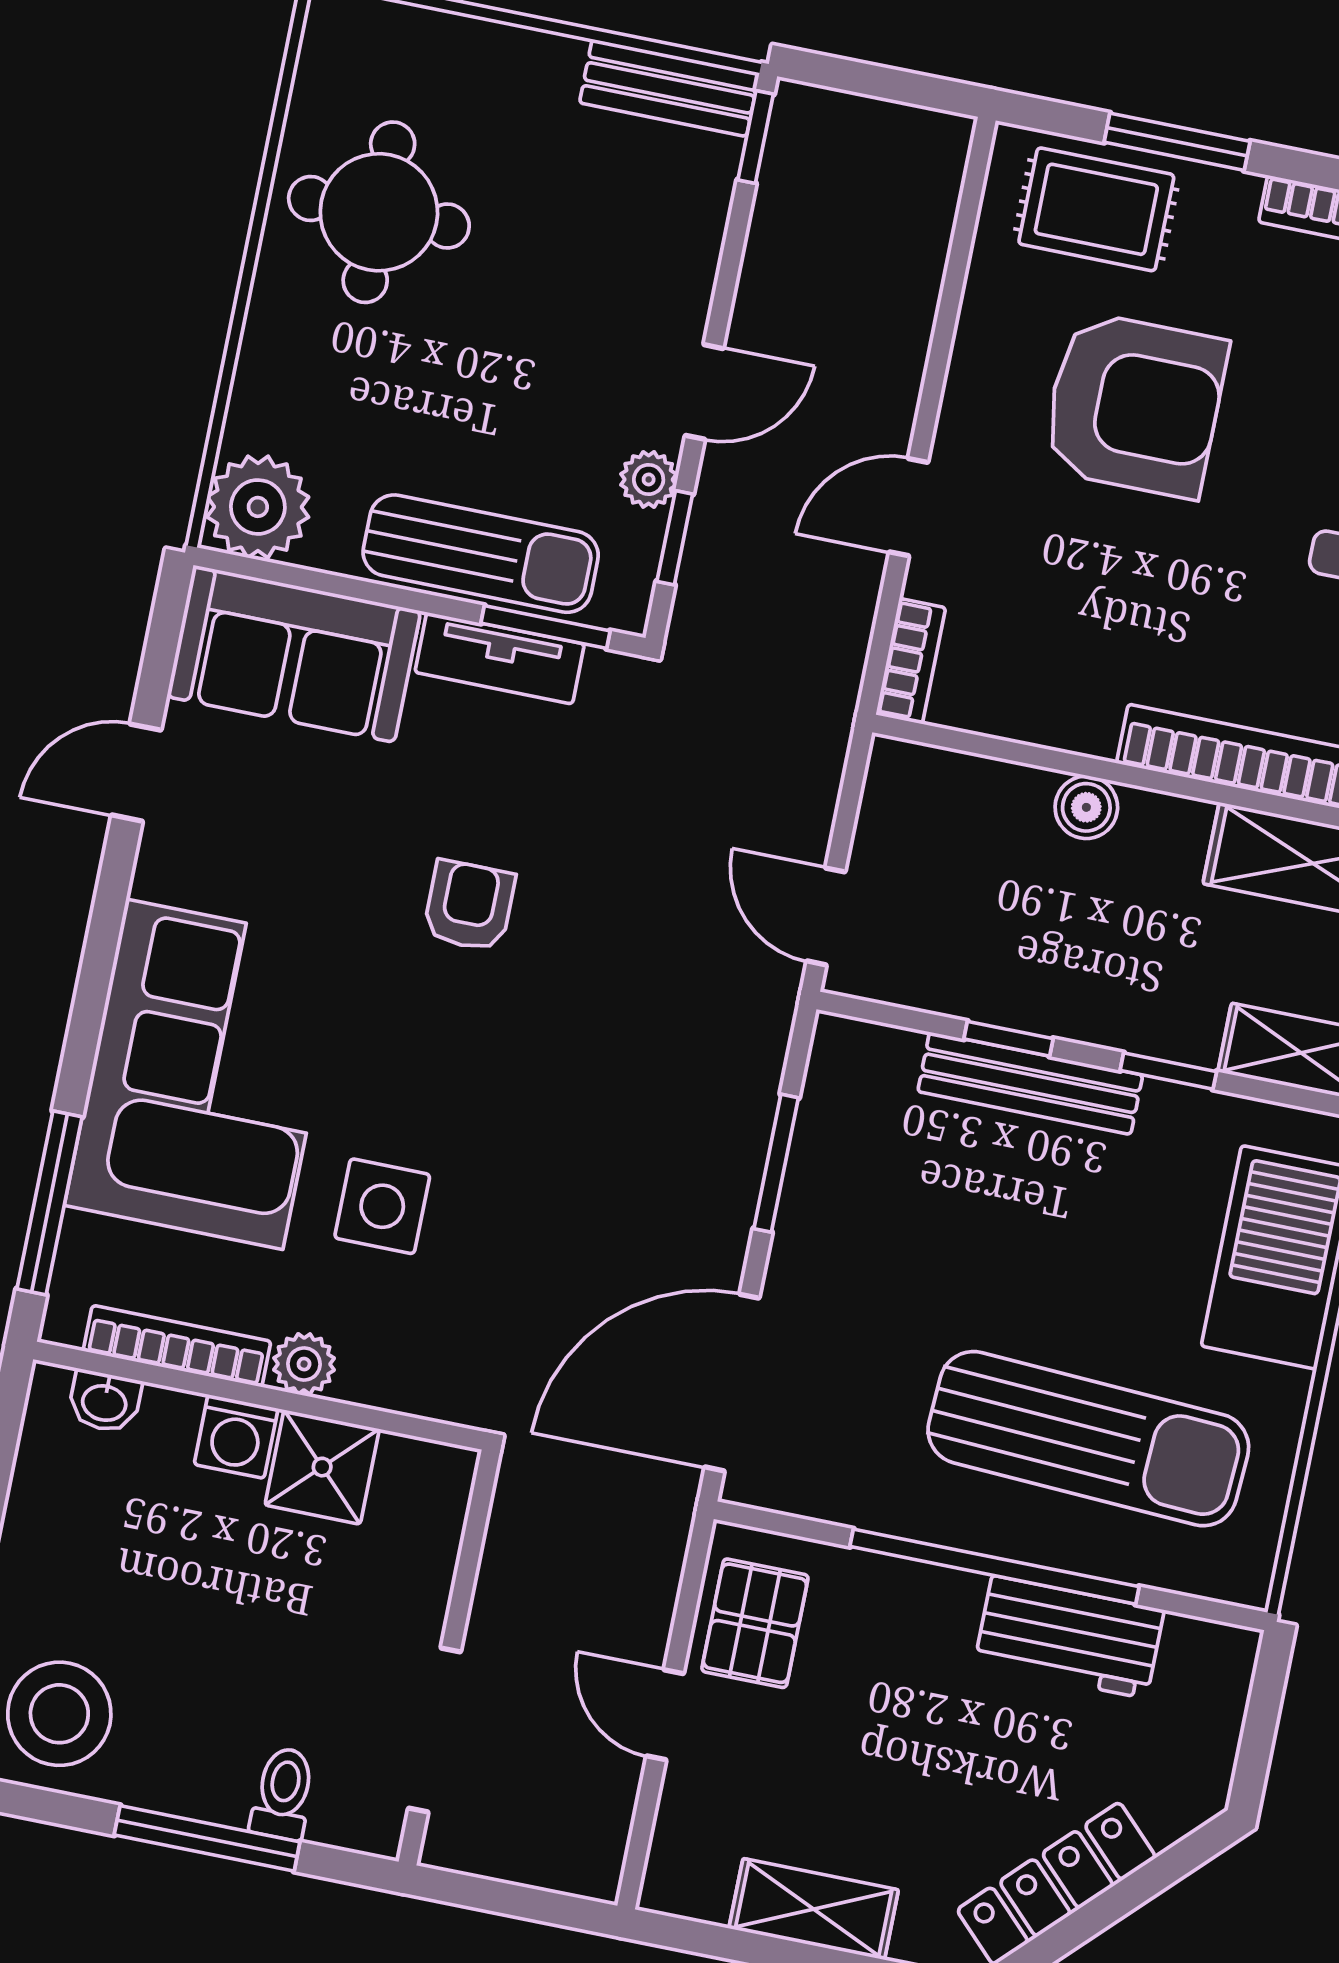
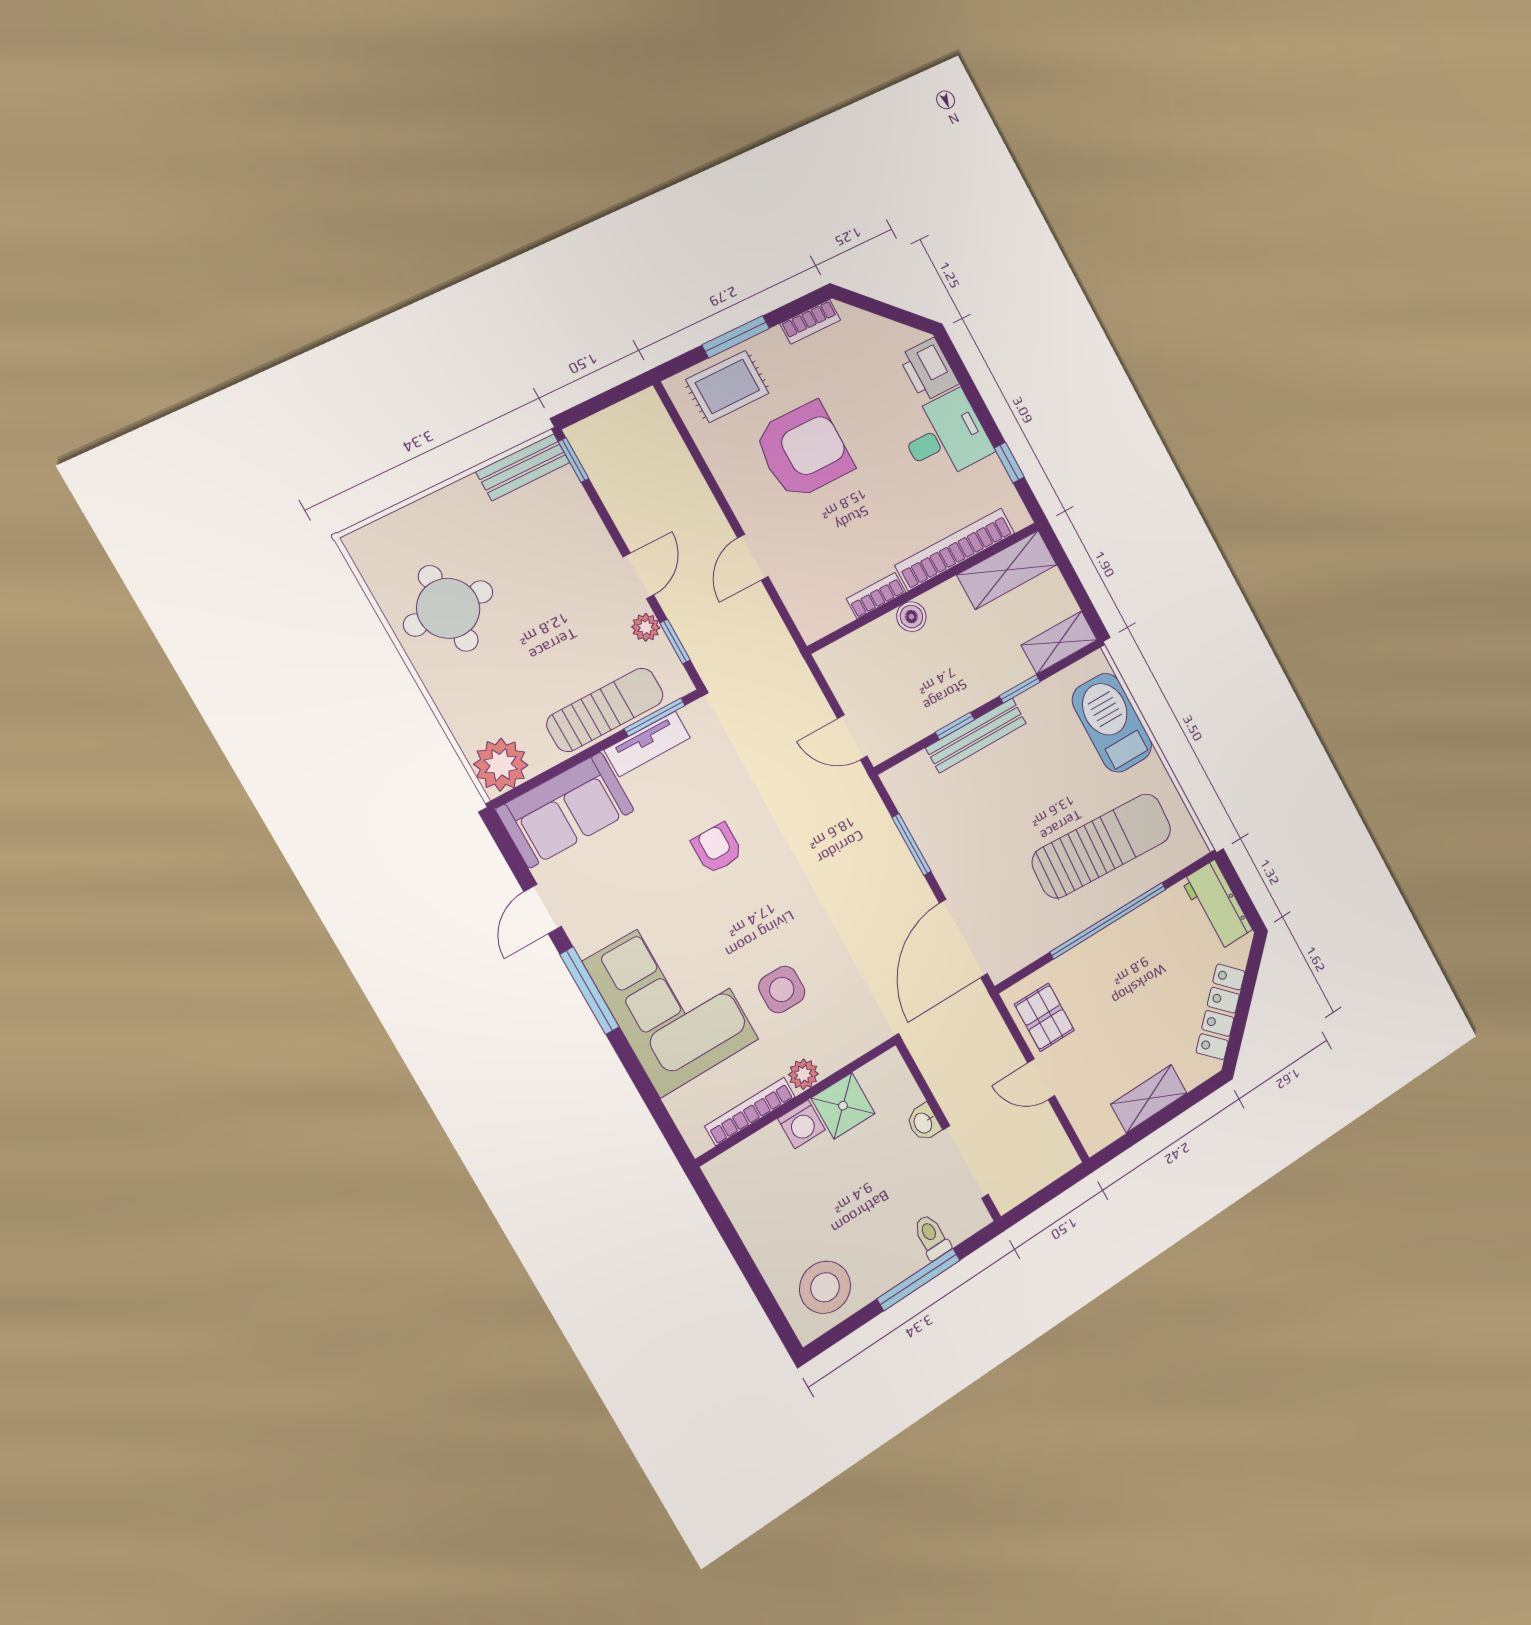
bookcase: (911, 661) -> (876, 596), moved, turned -90
window: (49, 1203) -> (589, 991), moved
washbasin: (105, 1401) -> (924, 1123), moved, turned 90
workbench: (1069, 1637) -> (1217, 905), moved, turned 90

